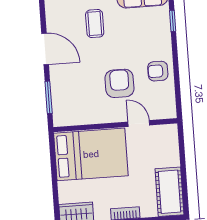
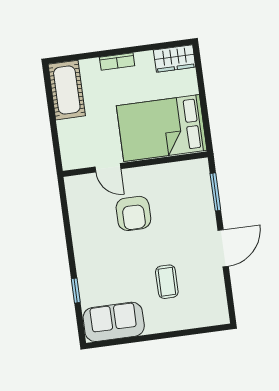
door: (45, 49) -> (223, 248), swing flipped
armchair: (158, 71) -> (89, 231), removed

